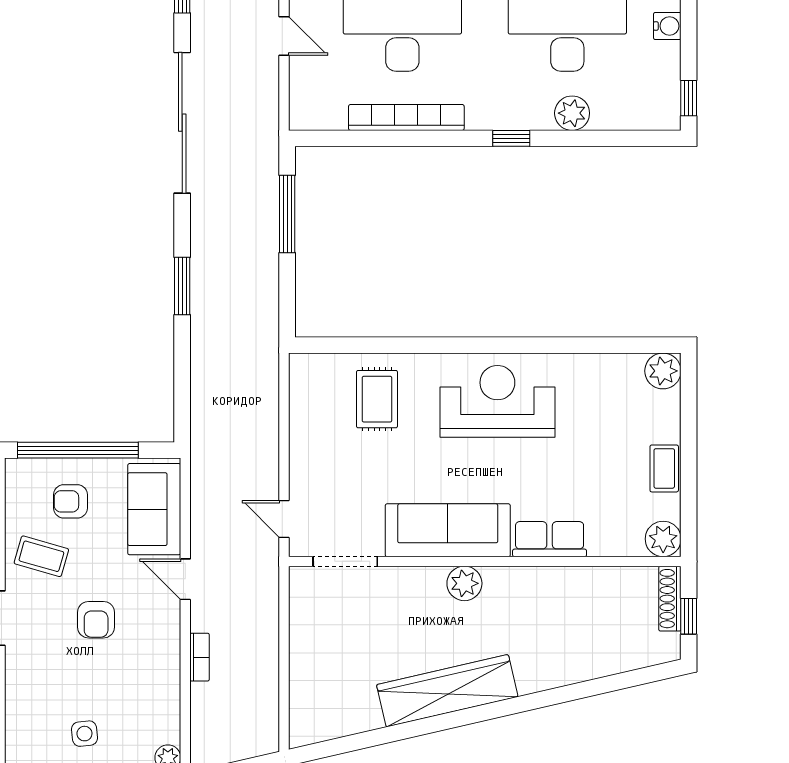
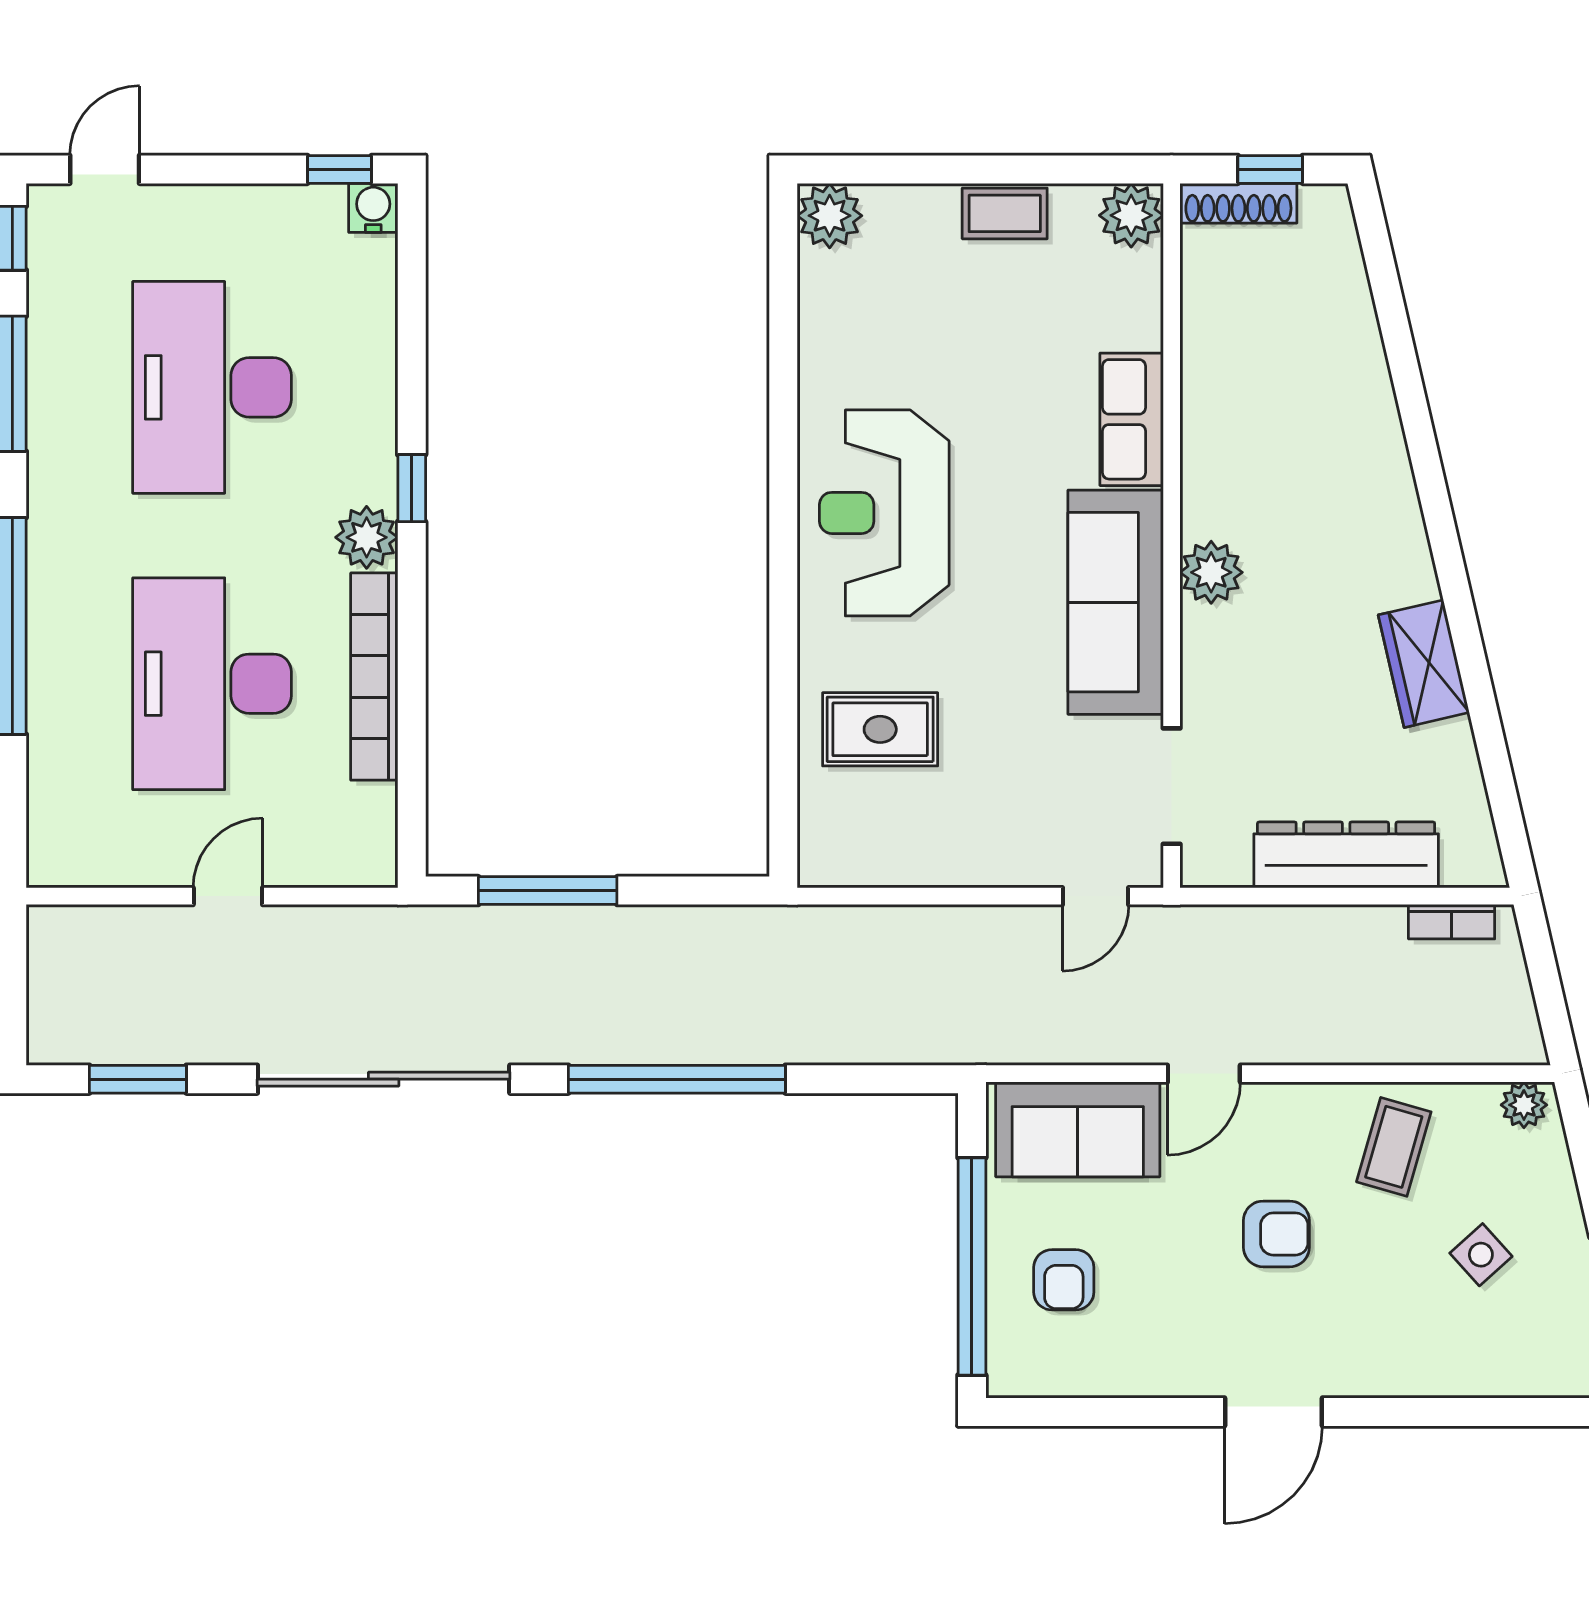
water cooler: (667, 26) -> (373, 208), moved
plant: (572, 113) -> (367, 537), moved
window: (182, 286) -> (677, 1079), width x2.11
coffee table: (41, 556) -> (1394, 1147), moved
bookcase: (200, 657) -> (1452, 922), moved, turned 180
dresser: (307, 659) -> (1346, 855), added
wardrobe: (447, 691) -> (1424, 664), width x0.48, depth x0.85
side table: (84, 734) -> (1481, 1255), turned -36

